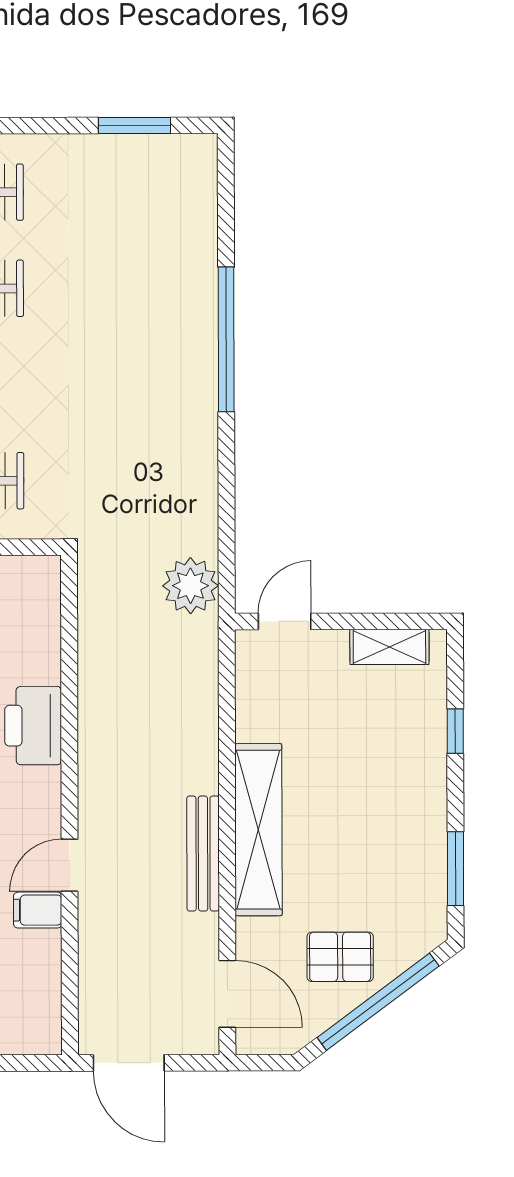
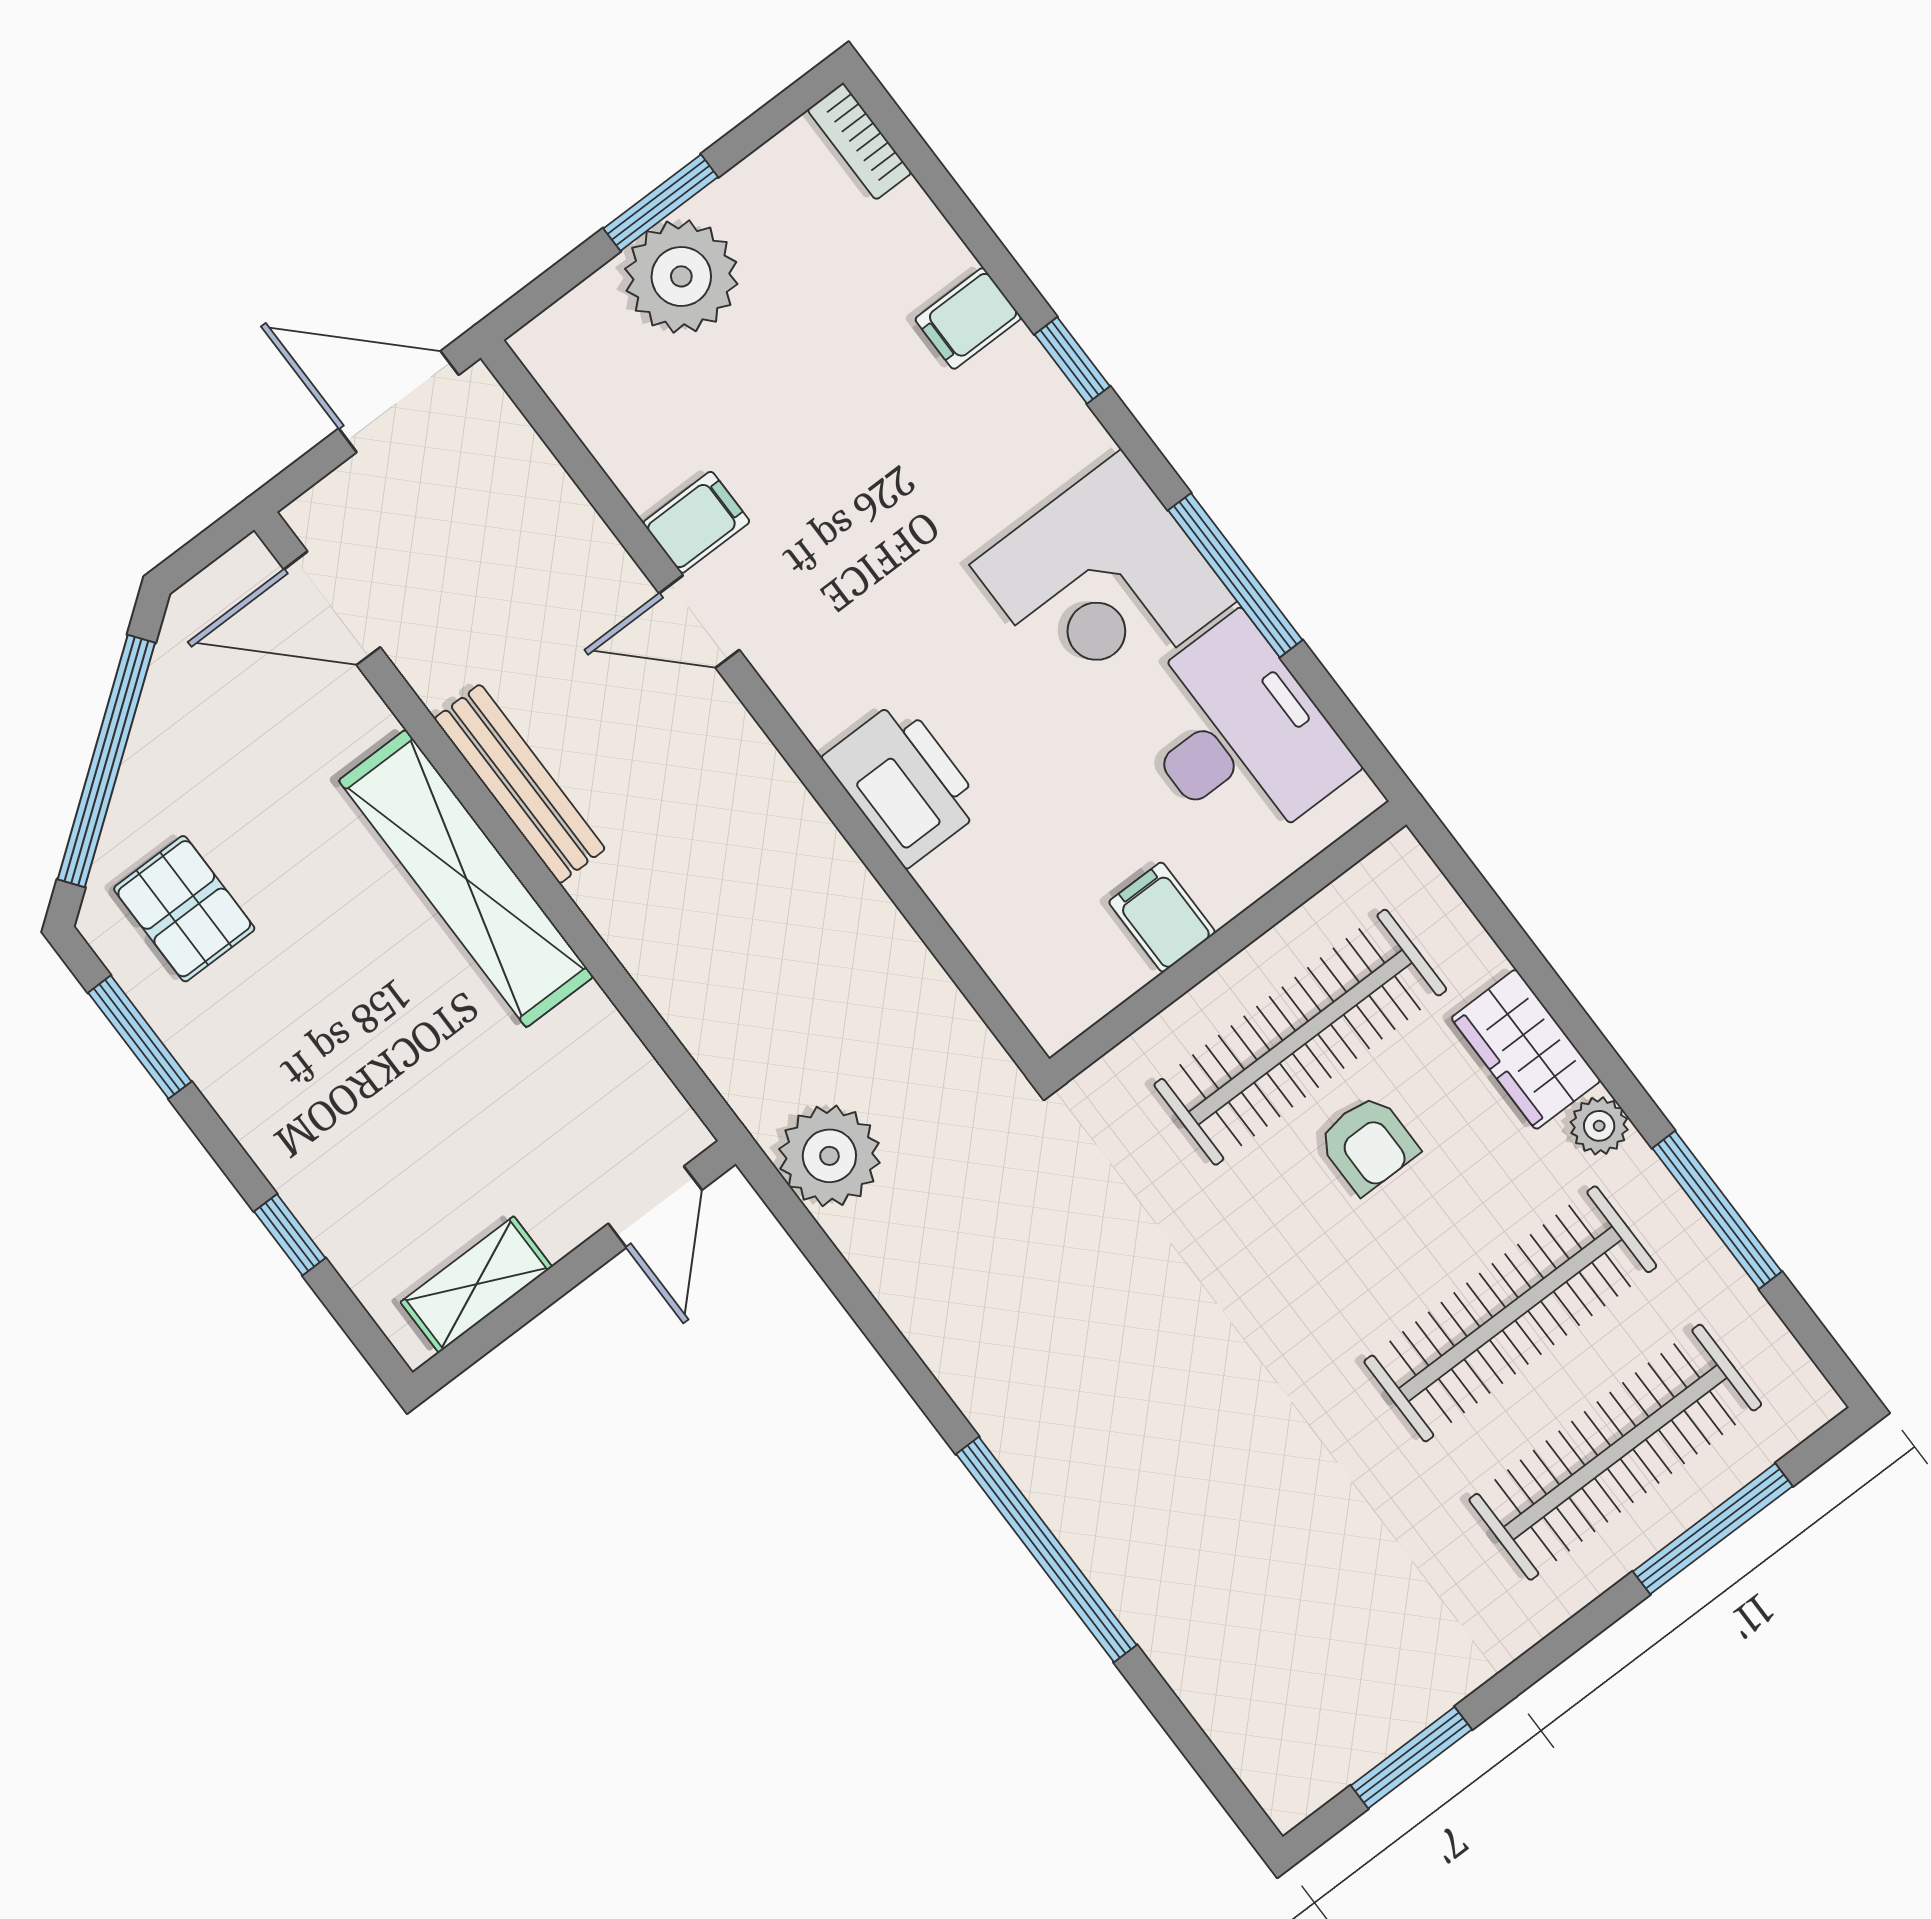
door: (70, 865) -> (699, 622), swing flipped
pallet: (340, 957) -> (184, 909), moved, turned 90

